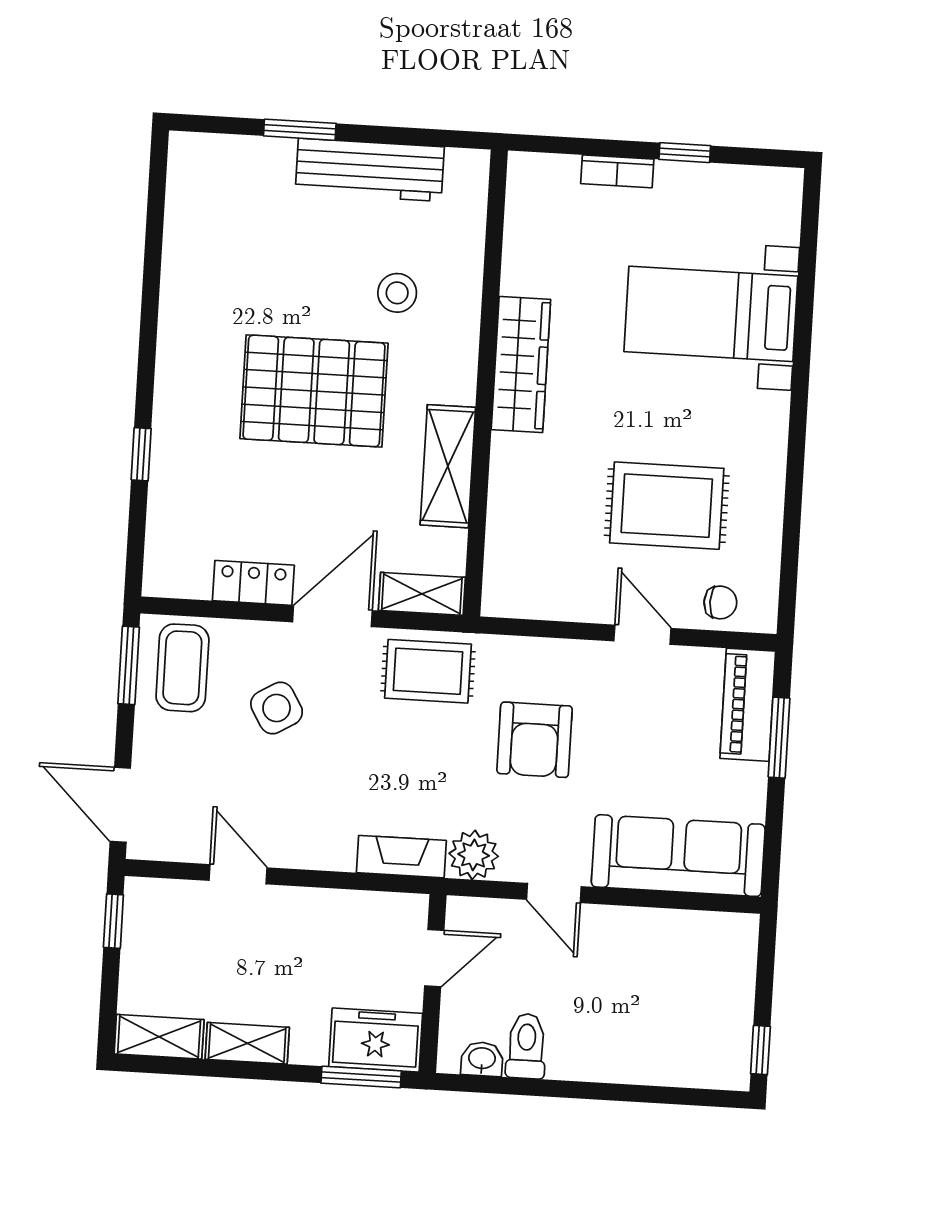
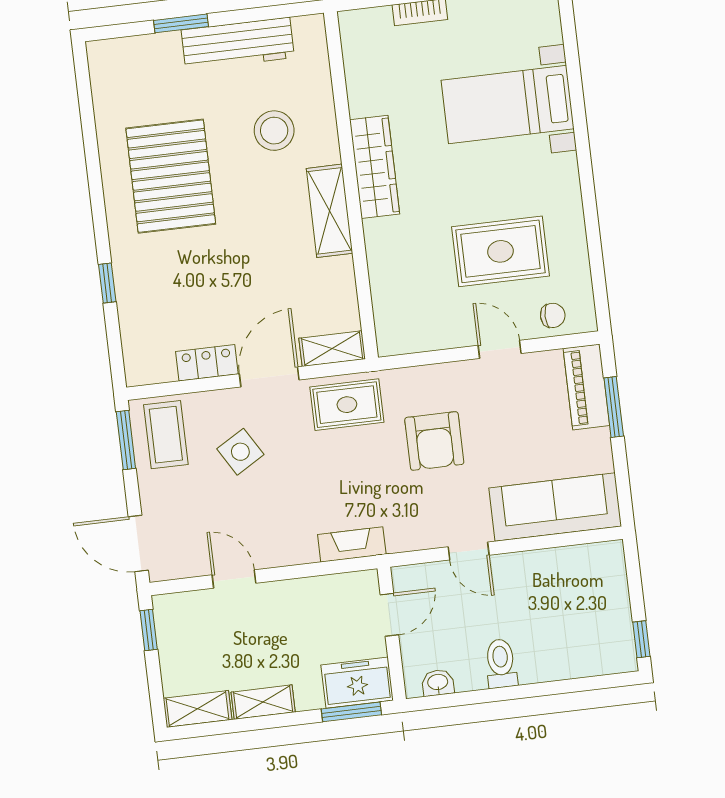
stool: (397, 293) -> (274, 131), width x1.38, depth x1.38
pallet: (314, 391) -> (171, 176), moved, turned 90
shelving: (448, 466) -> (330, 211), moved
plant: (474, 855) -> (405, 534), removed
toilet: (526, 1046) -> (501, 663), moved

